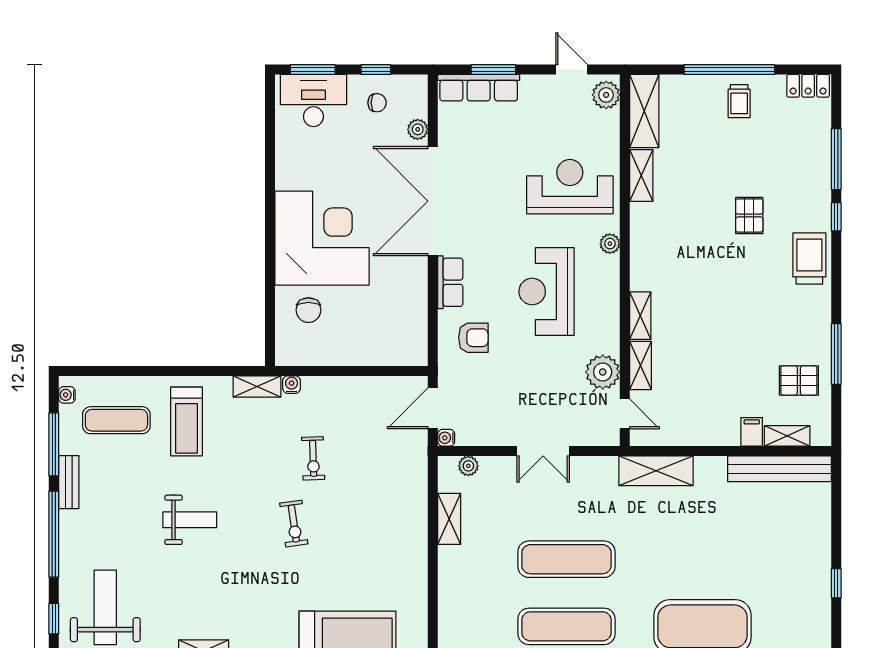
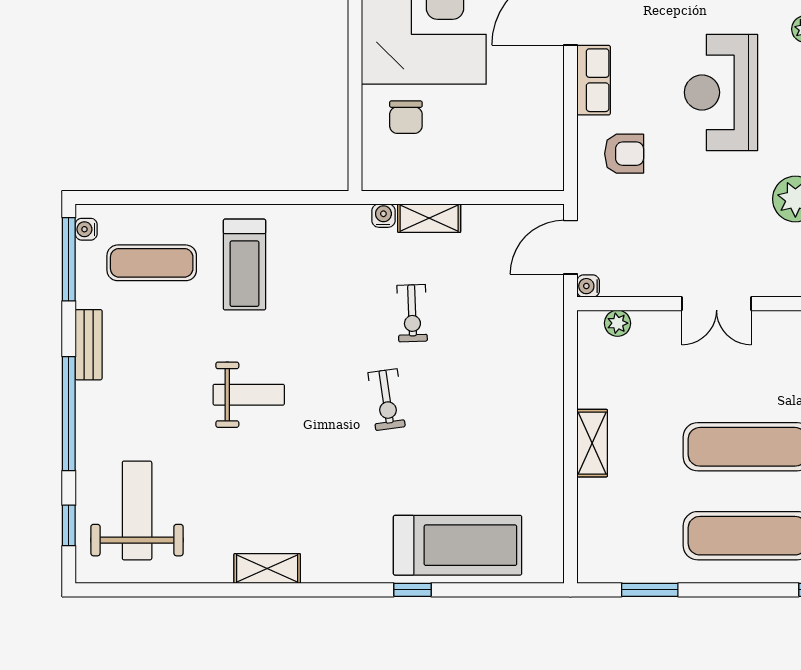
shelving: (257, 386) -> (429, 218), moved
window: (54, 444) -> (69, 259), moved
shelving: (449, 519) -> (592, 443), moved

